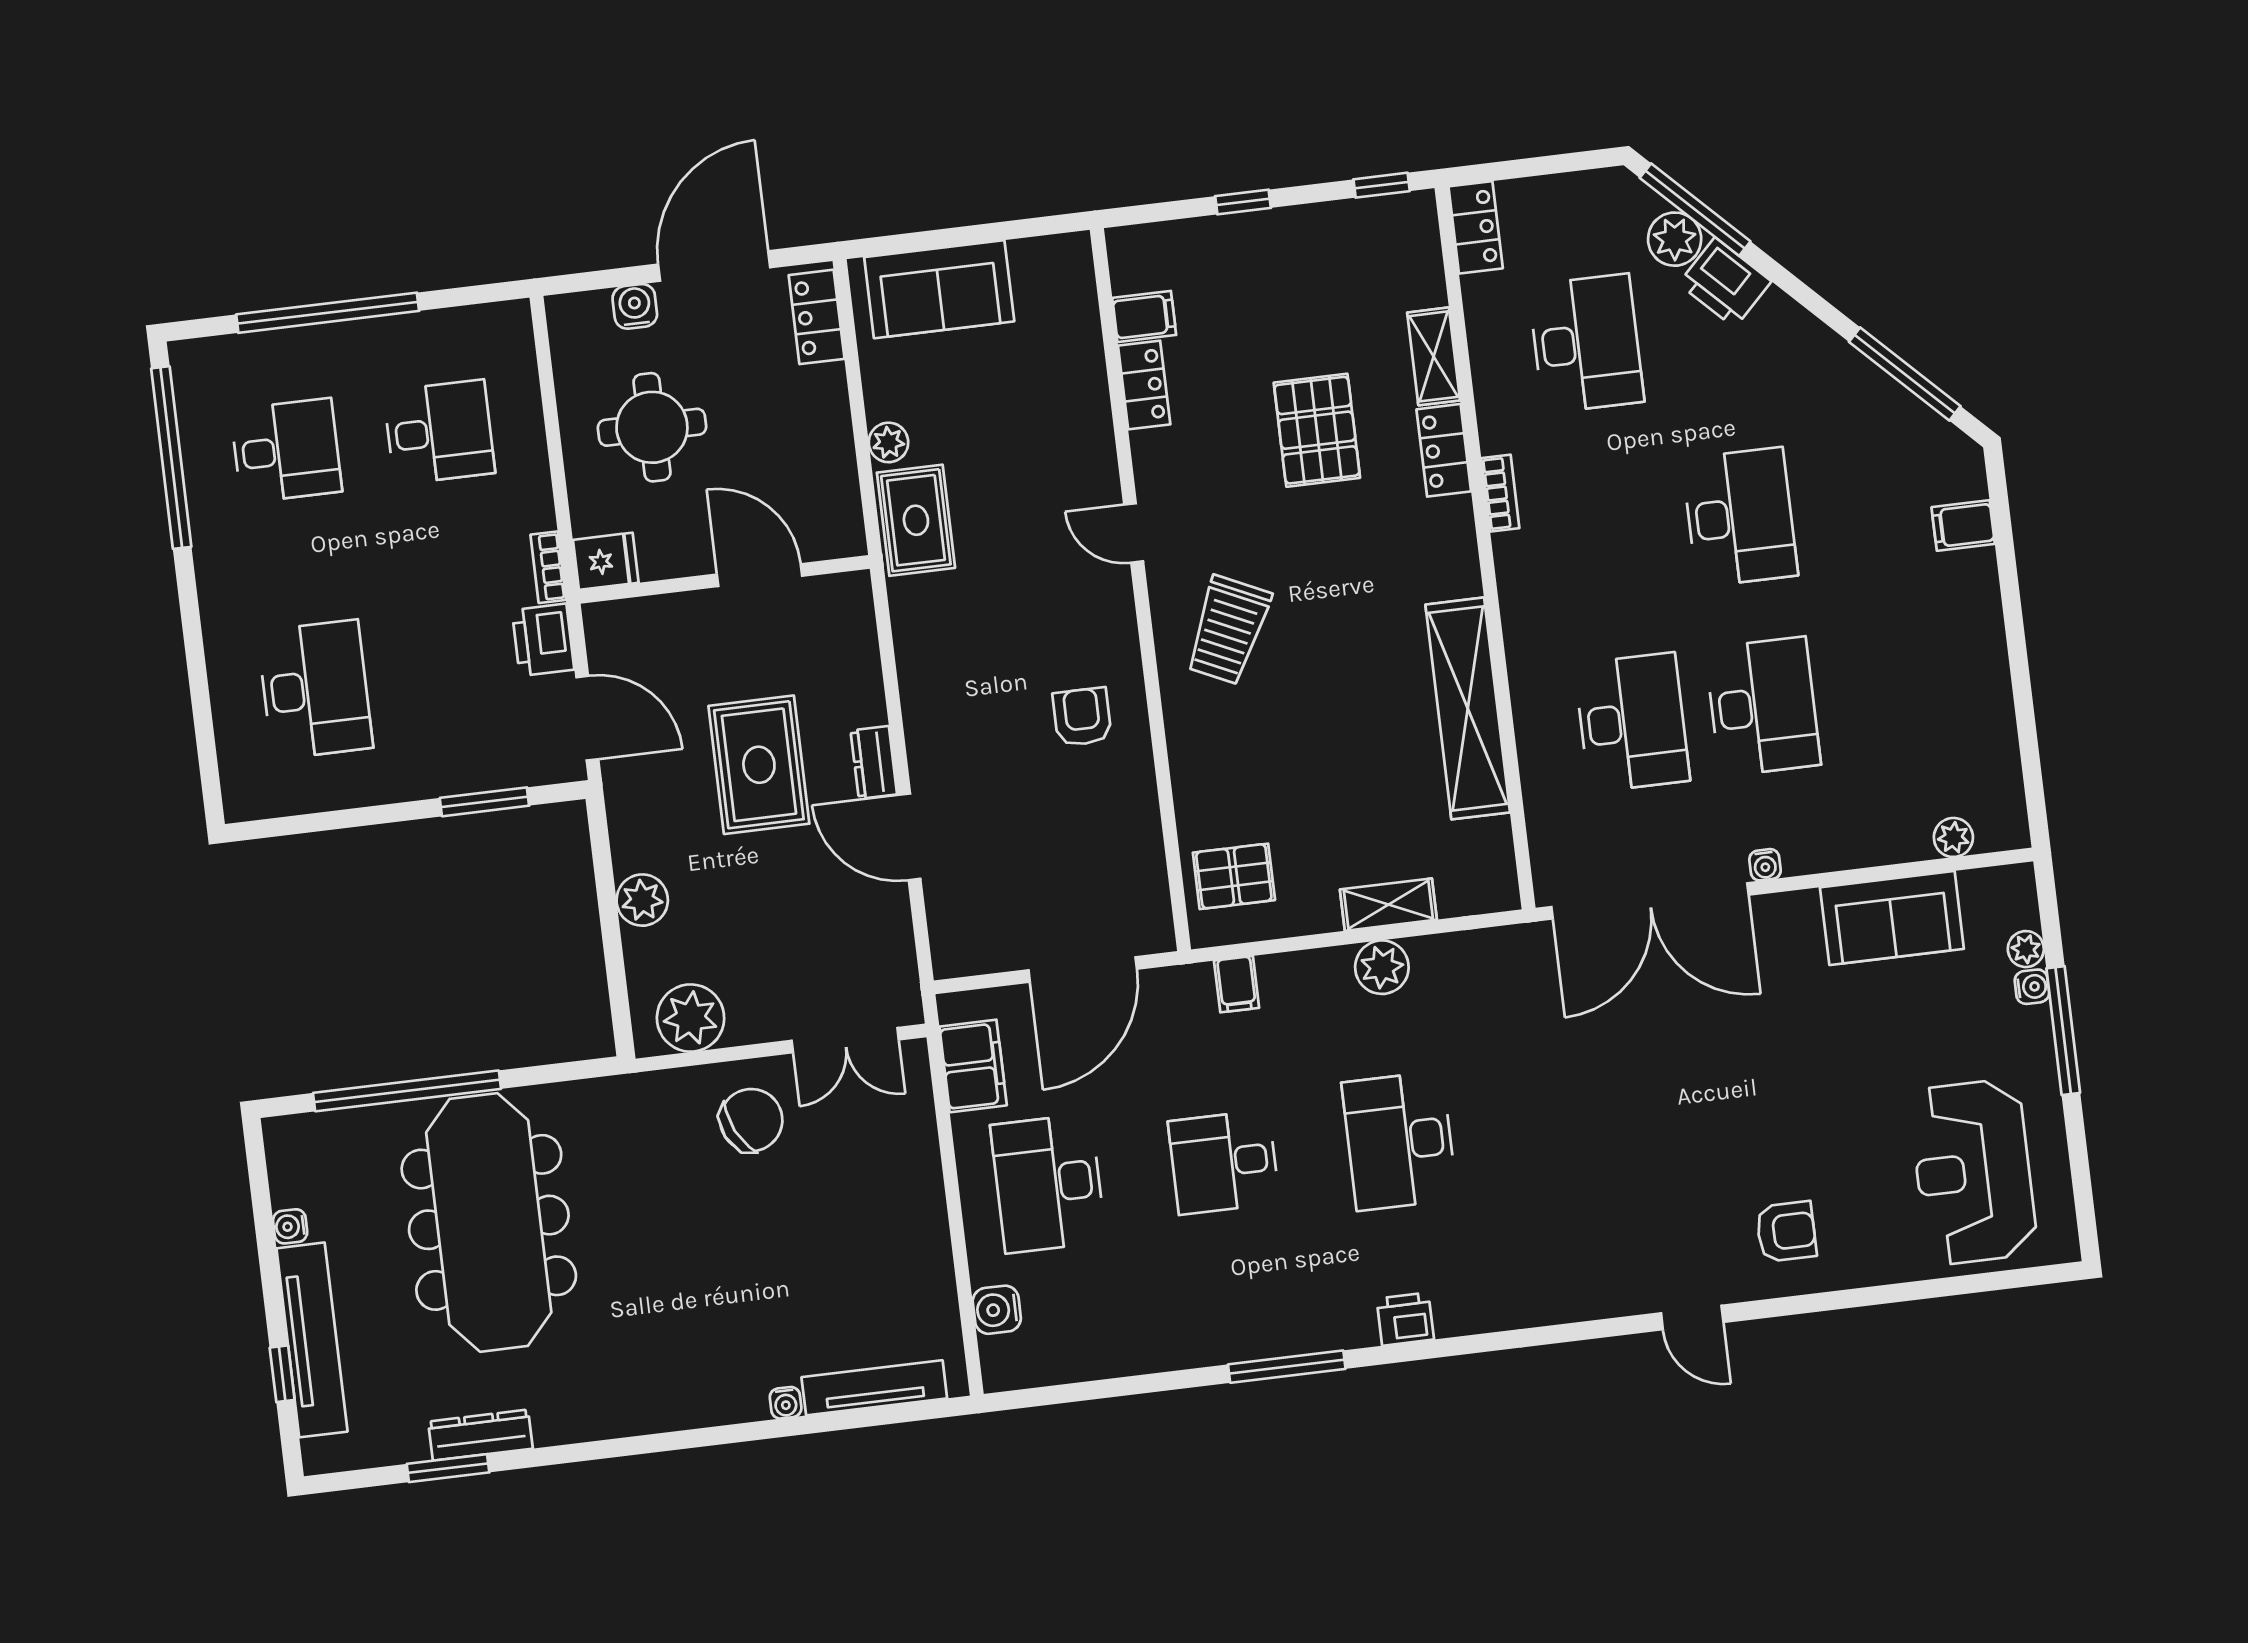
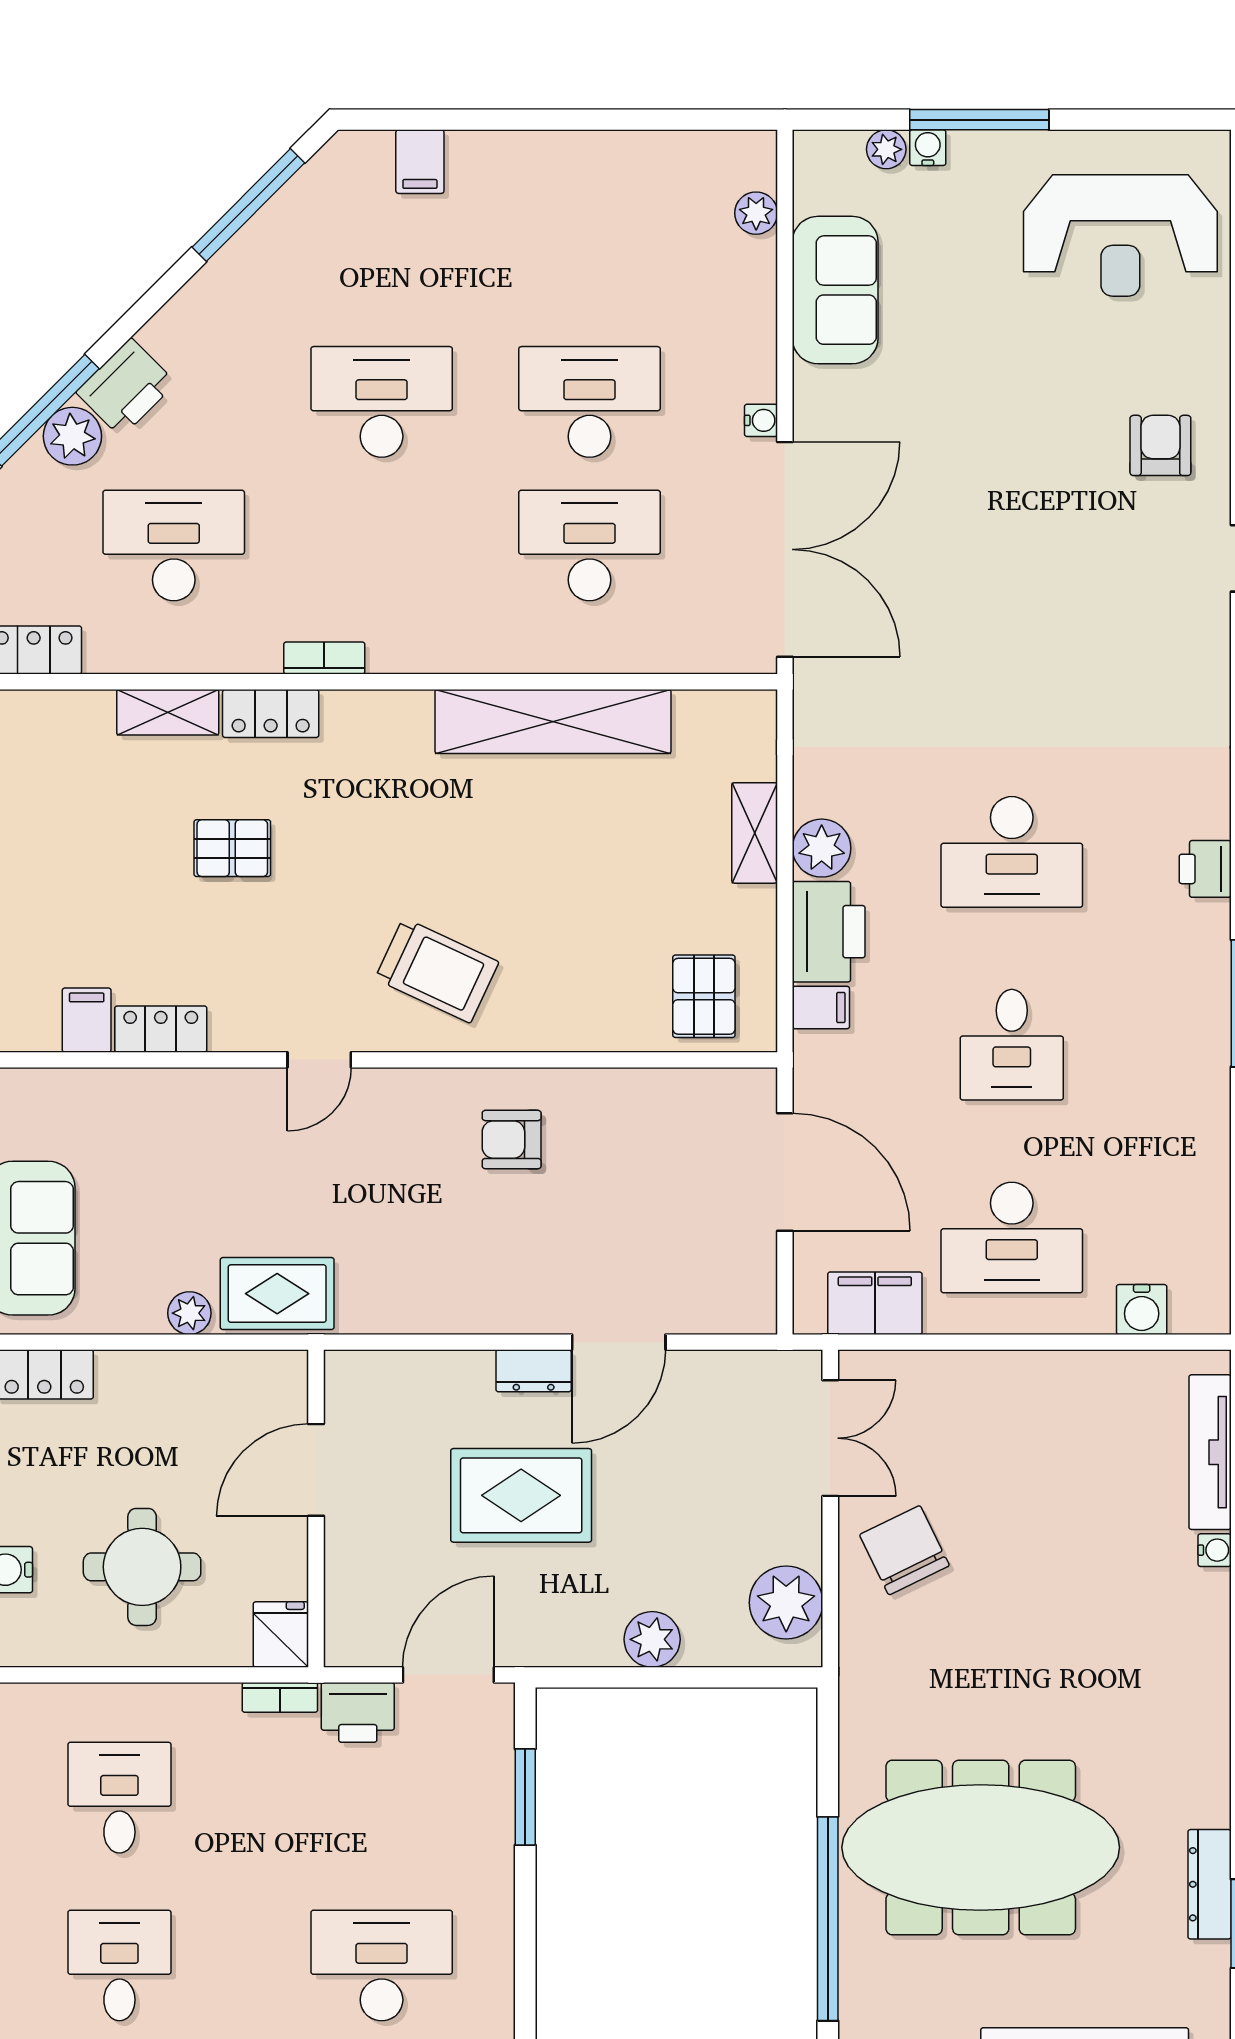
pallet: (1317, 430) -> (232, 848), width x0.67, depth x0.71
printer: (1307, 983) -> (829, 932), added

